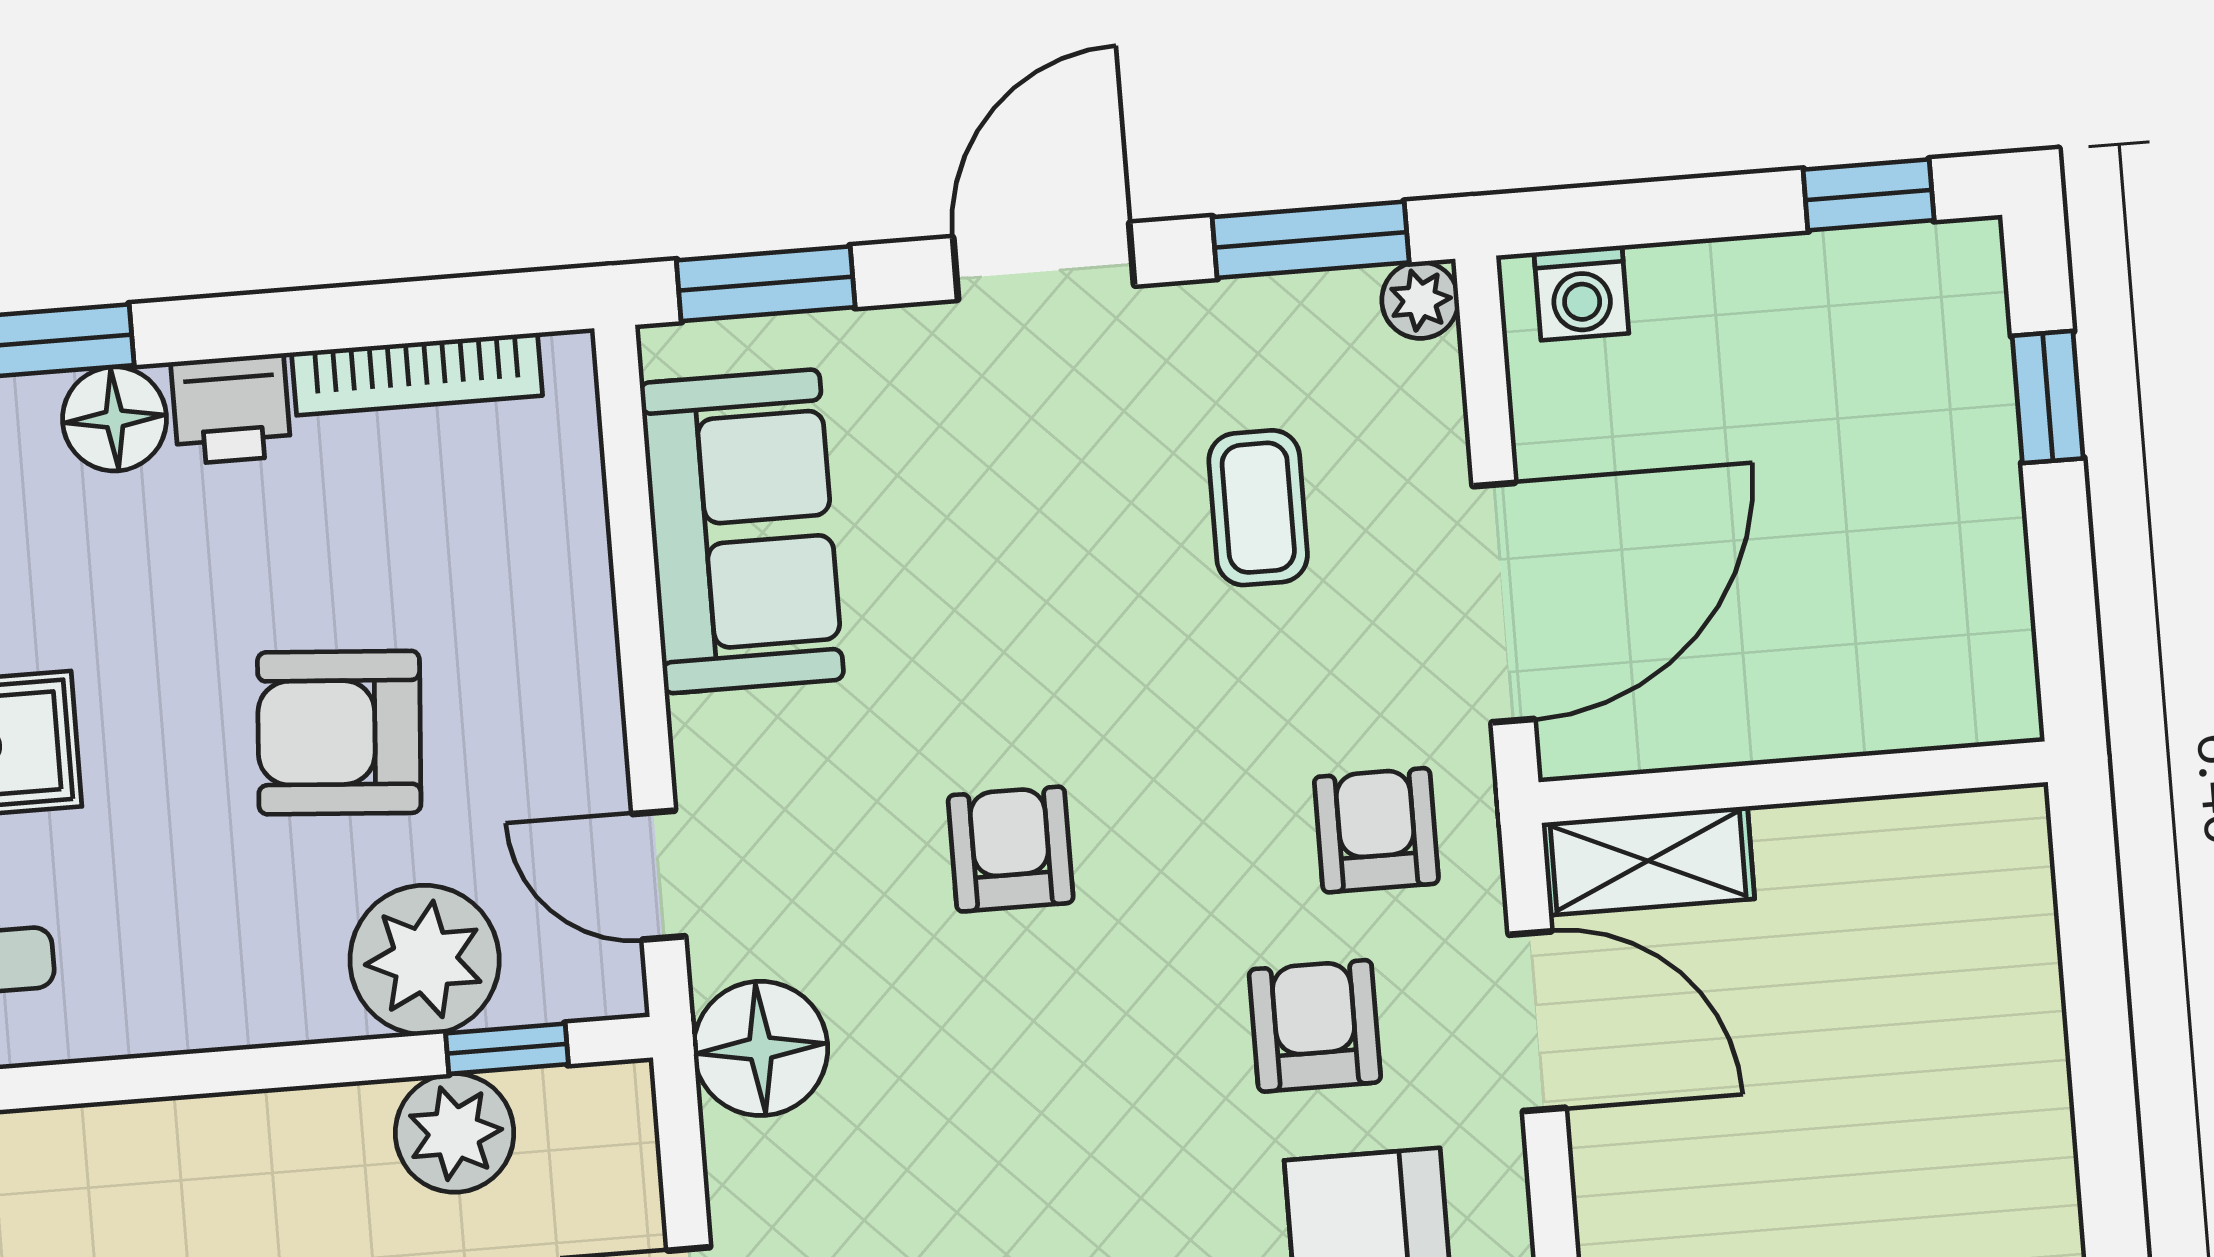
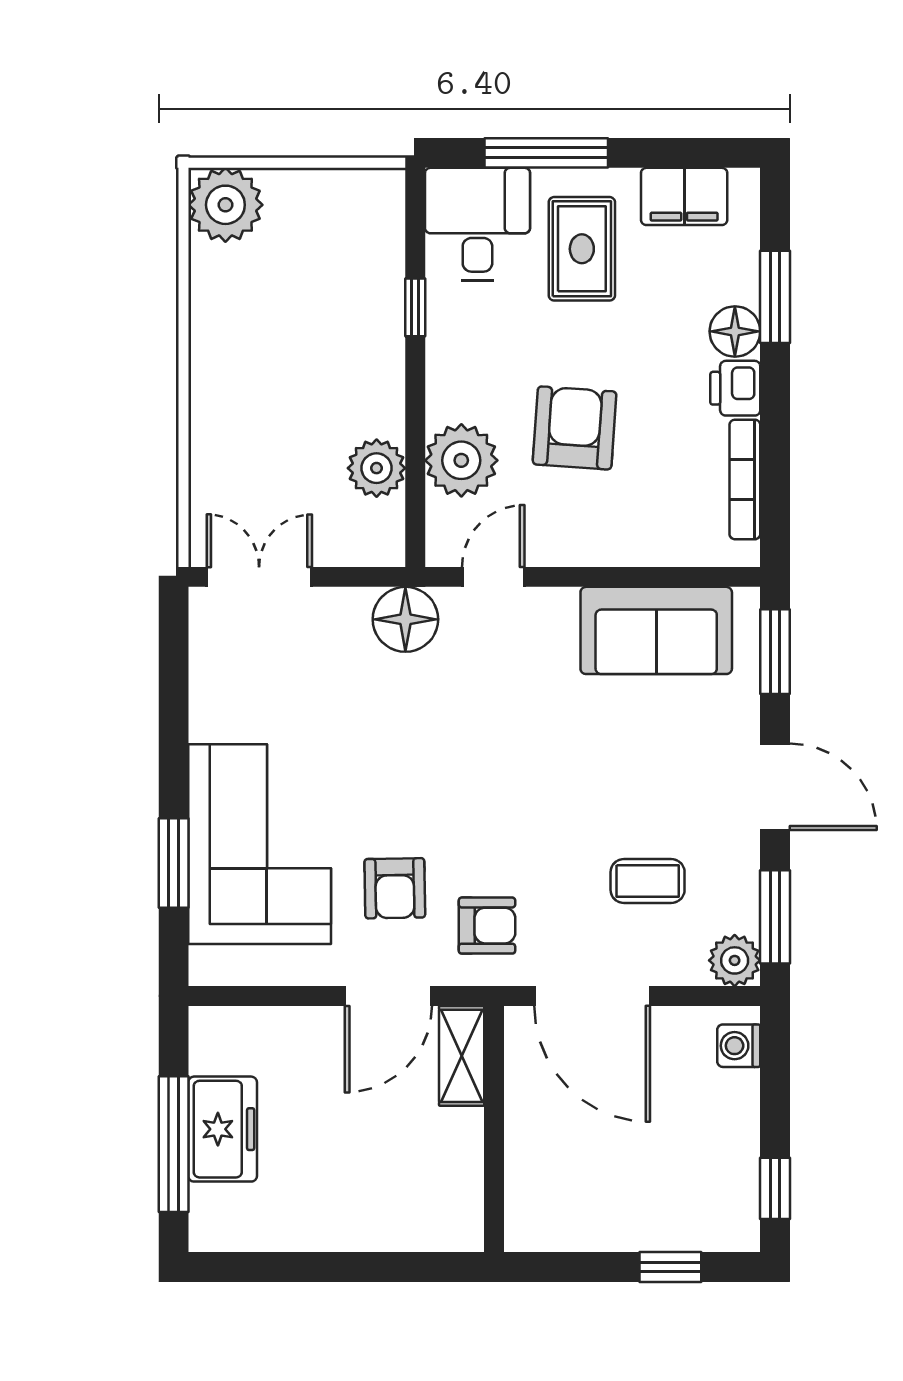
plant: (1420, 300) -> (735, 960), width x1.38, depth x1.38
armchair: (1011, 849) -> (492, 748), removed
armchair: (1315, 1026) -> (395, 888), turned 89
window: (507, 1049) -> (415, 307), moved

